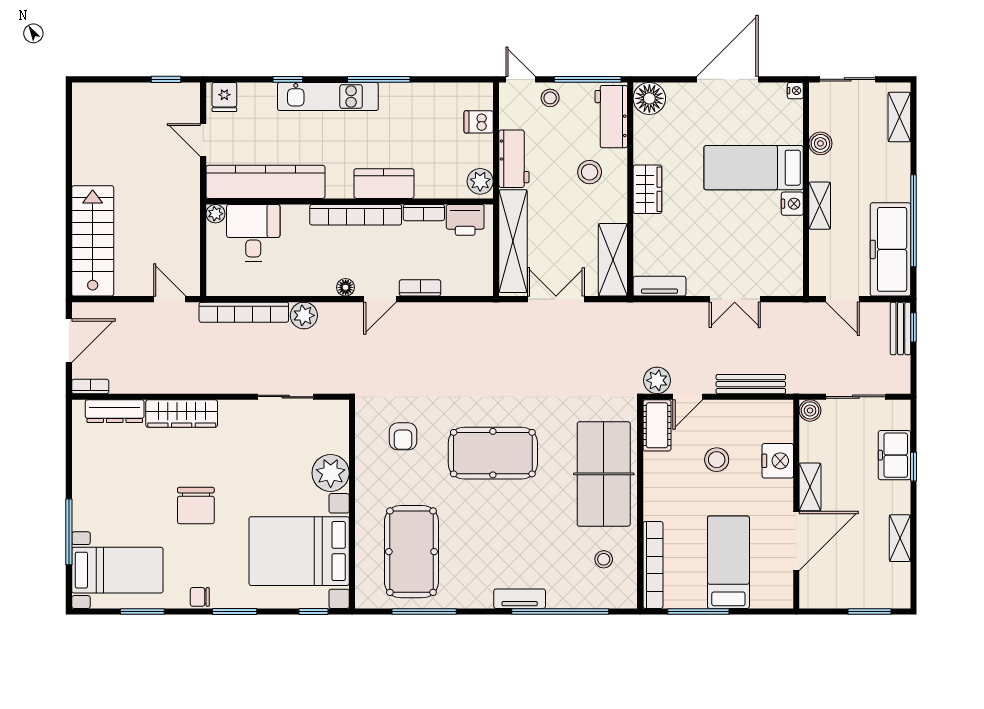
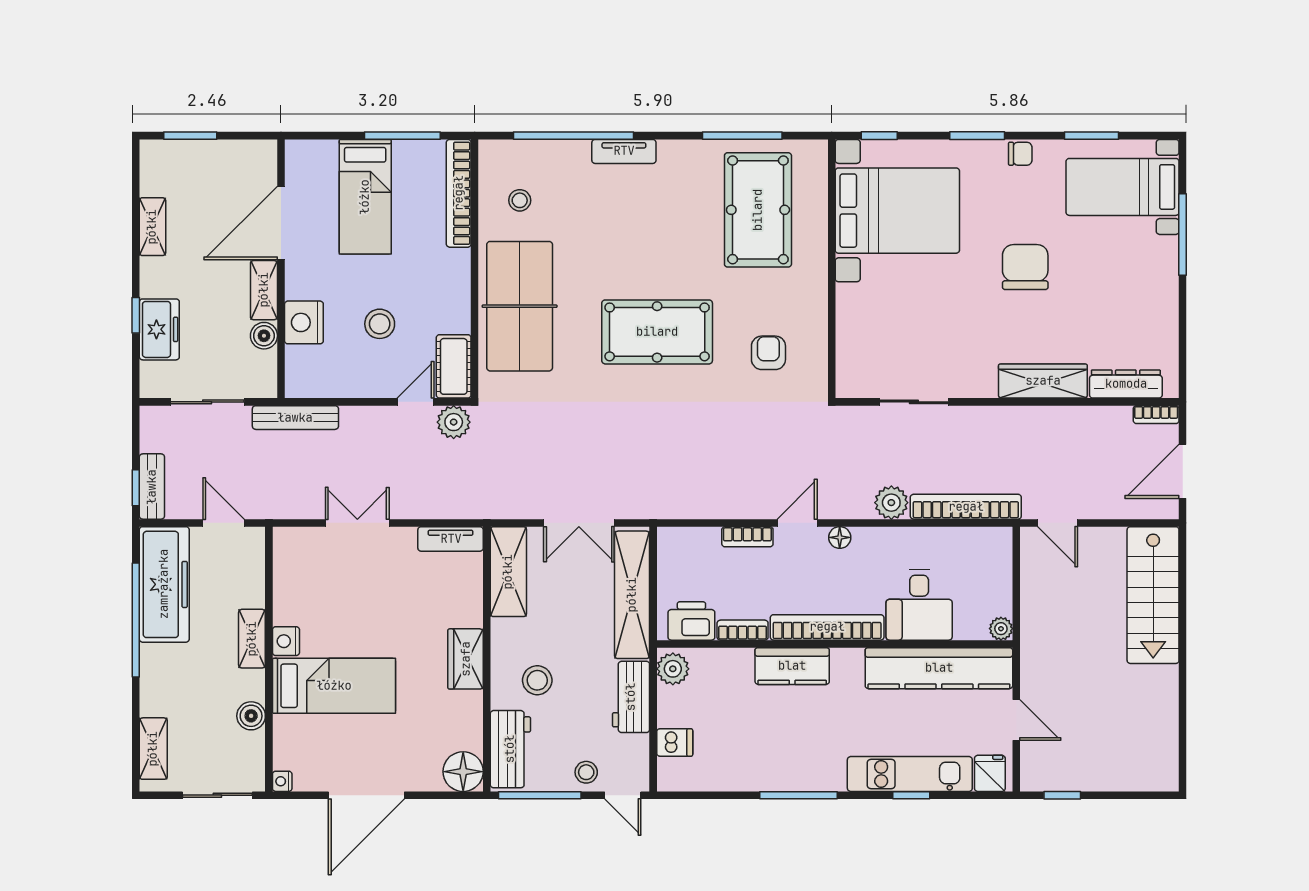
kitchen unit: (328, 96) -> (910, 774), moved
desk: (253, 233) -> (919, 605), moved
bench: (751, 384) -> (295, 418), moved
boiler: (810, 410) -> (264, 336), moved
plant: (331, 473) -> (858, 307), removed

